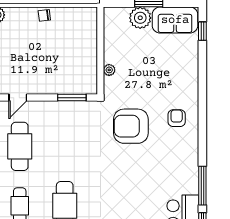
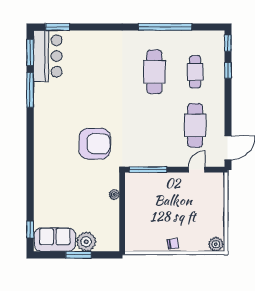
window: (72, 98) -> (148, 170), width x1.44
armchair: (177, 118) -> (53, 151), removed

